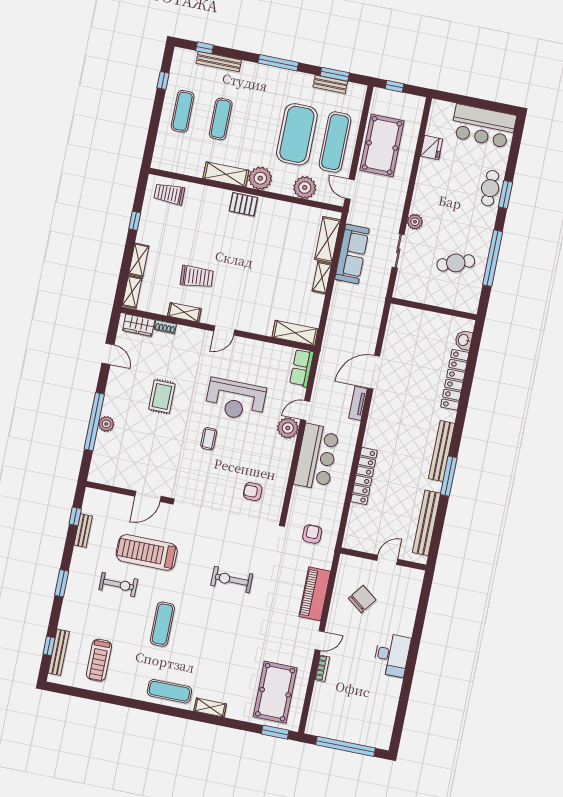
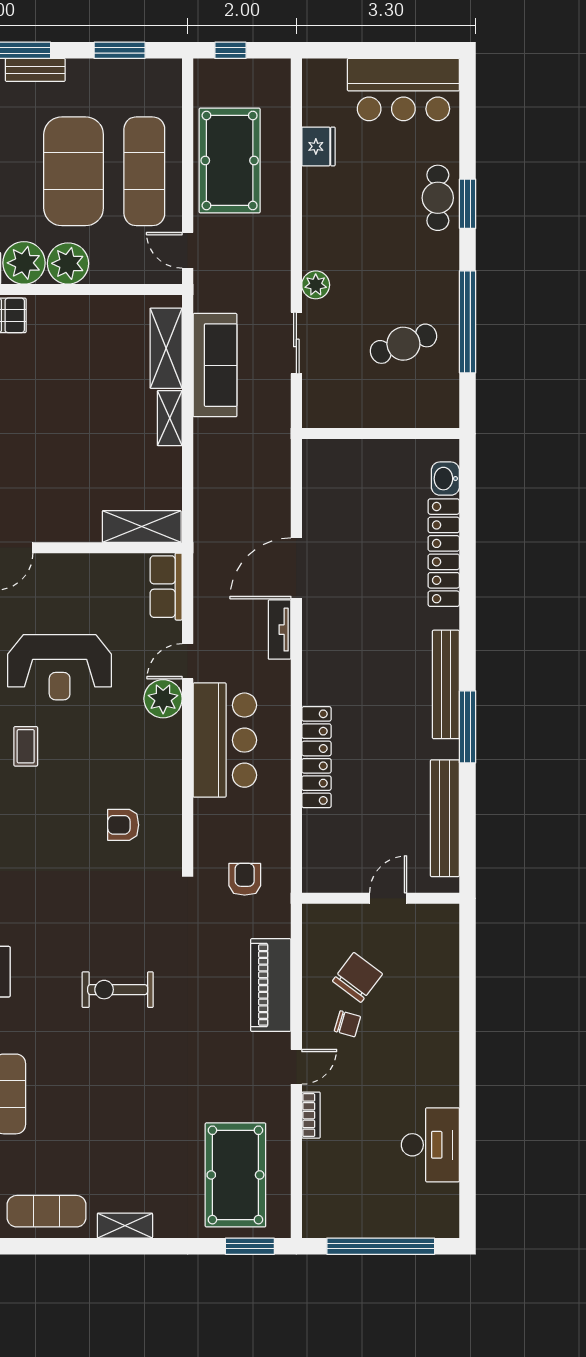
bench: (330, 84) -> (35, 70), moved
plant: (305, 188) -> (68, 263), moved
chair: (352, 623) -> (347, 1024), added
desk: (392, 655) -> (430, 1145), moved

